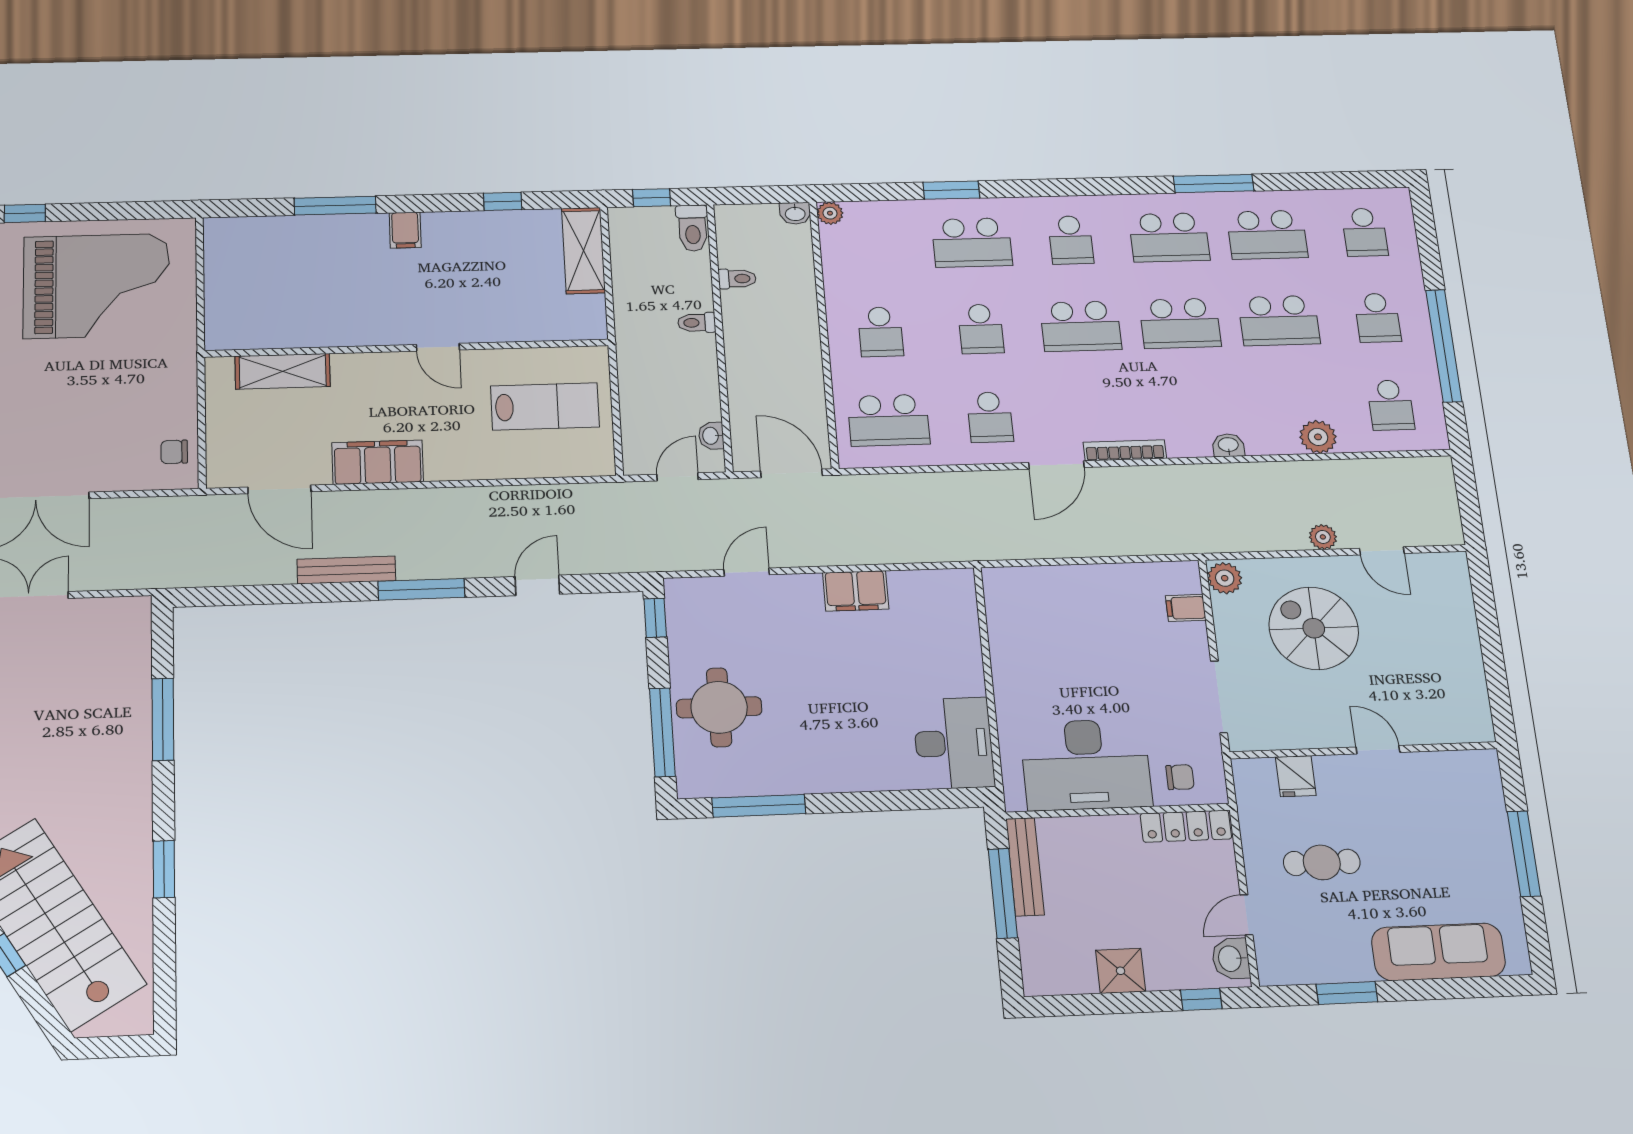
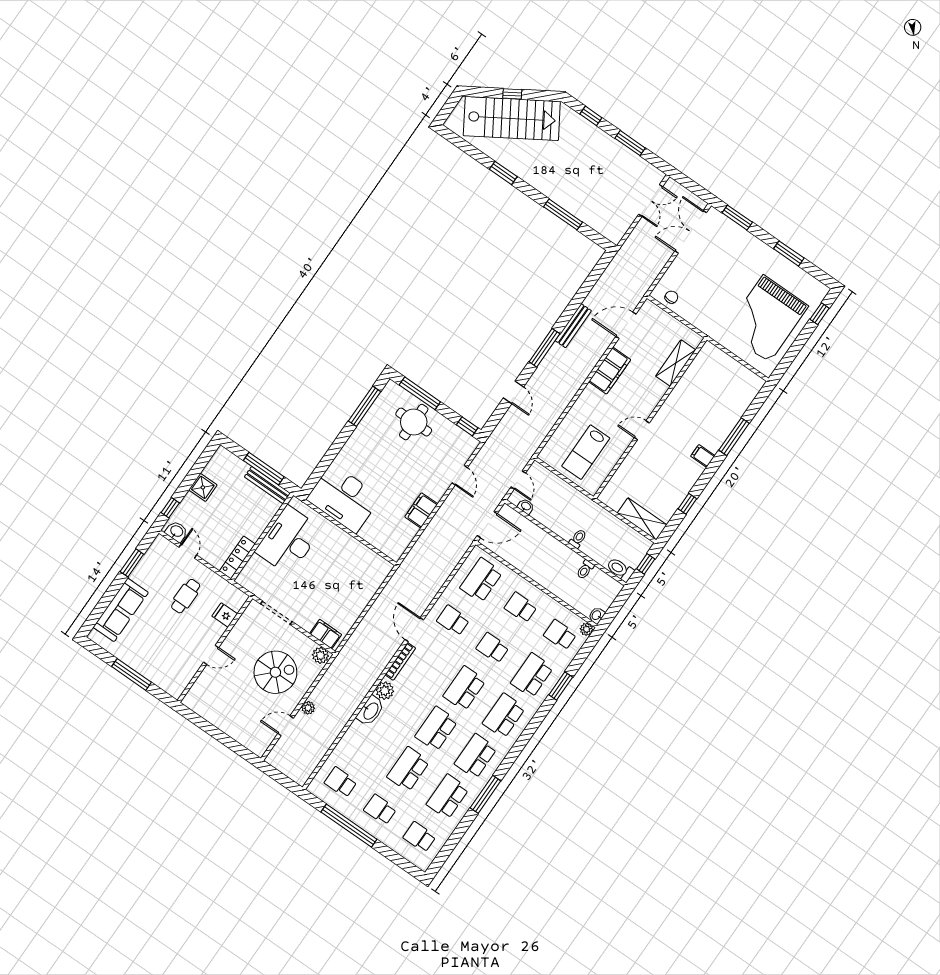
school desk: (1071, 240) -> (504, 716), width x1.85
school desk: (873, 245) -> (560, 635), added
plant: (1318, 437) -> (385, 691), moved
washbasin: (1228, 445) -> (370, 711), width x1.91, depth x1.45
filing cabinet: (1186, 608) -> (326, 634), width x2.00
desk: (954, 743) -> (344, 498), width x1.36, depth x1.30
chair: (1180, 777) -> (257, 571), removed

